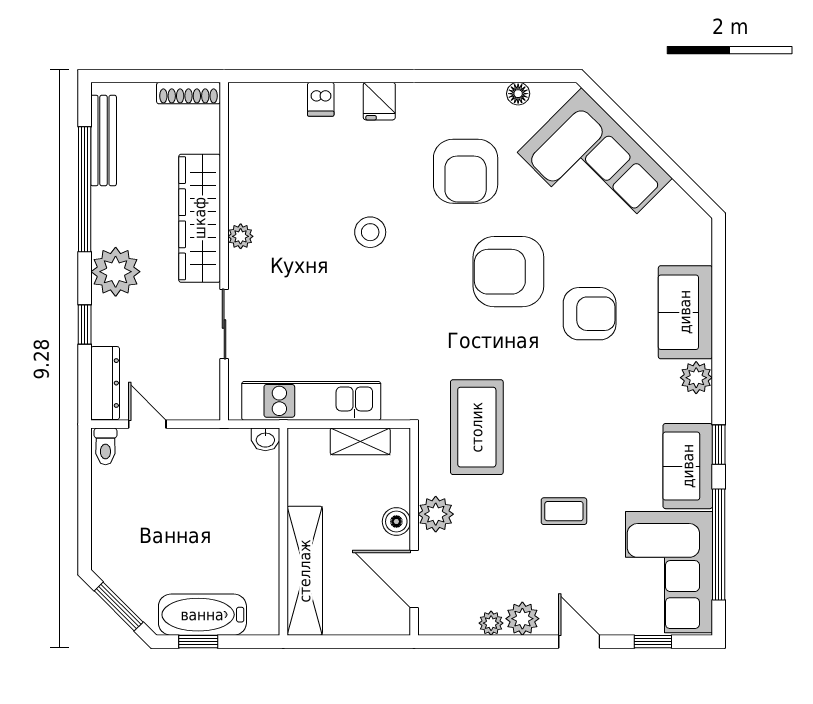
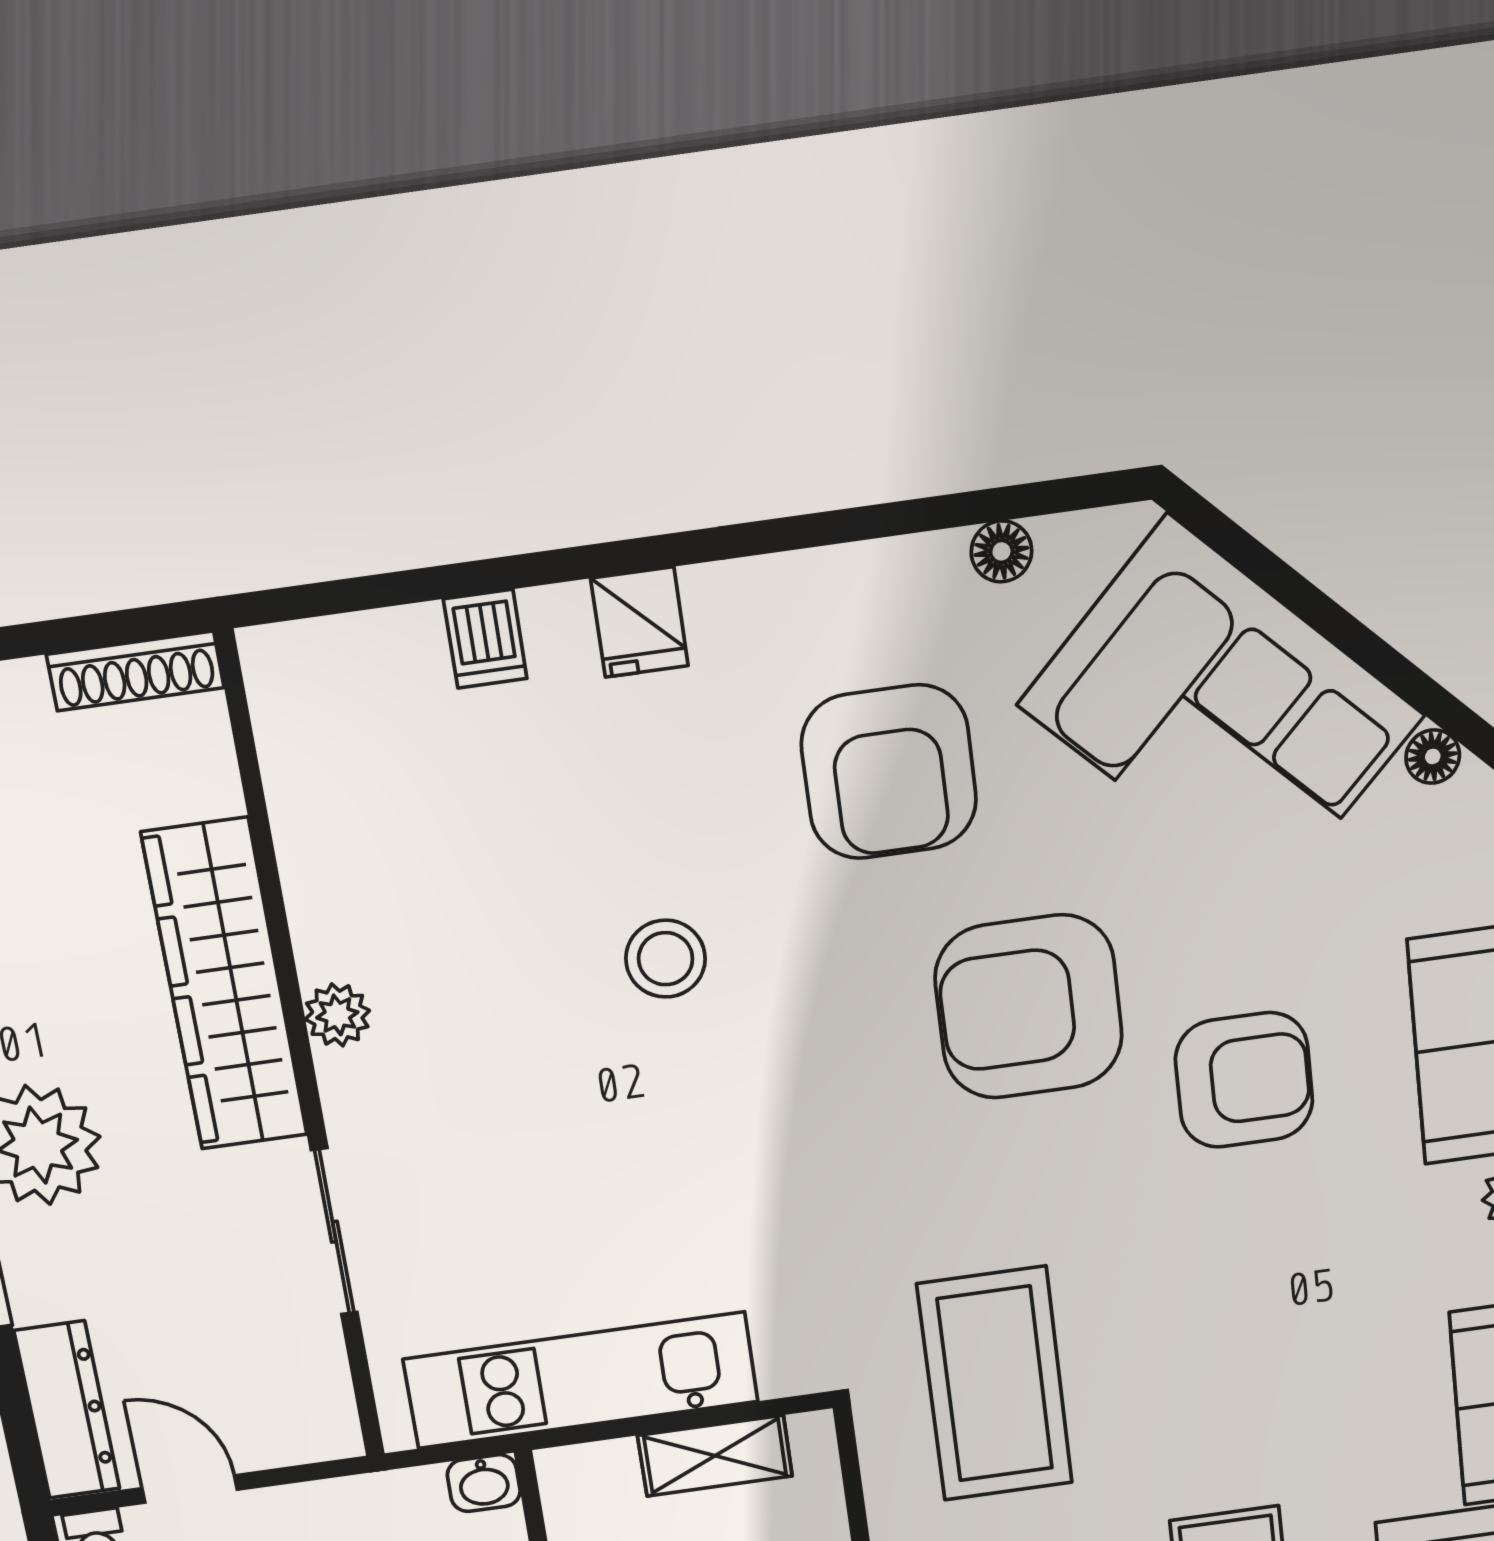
floor lamp: (674, 195) -> (1433, 757), added

